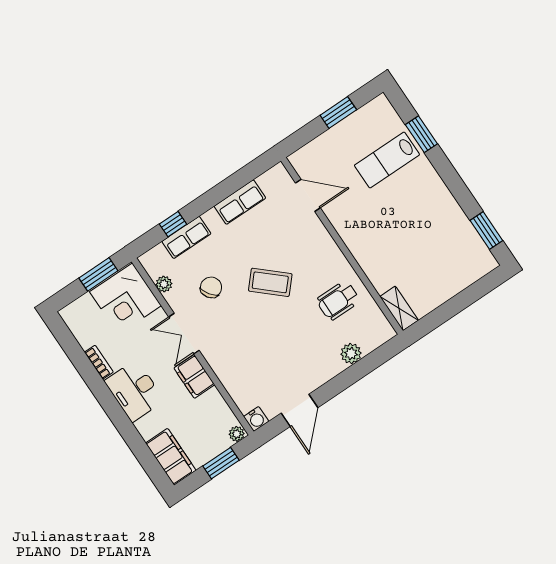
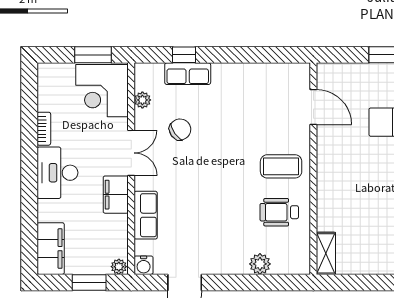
row of seats: (240, 202) -> (146, 215), moved, turned -90
coffee table: (270, 282) -> (281, 166), moved, turned -42
double door: (184, 334) -> (131, 153), swing flipped

